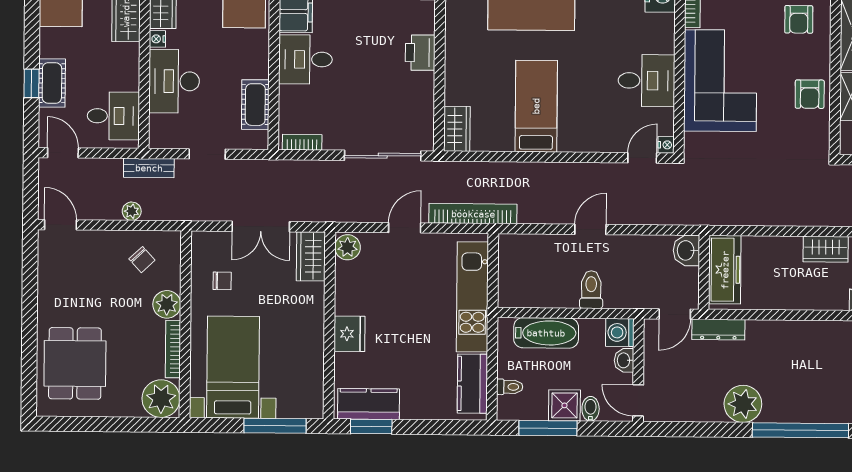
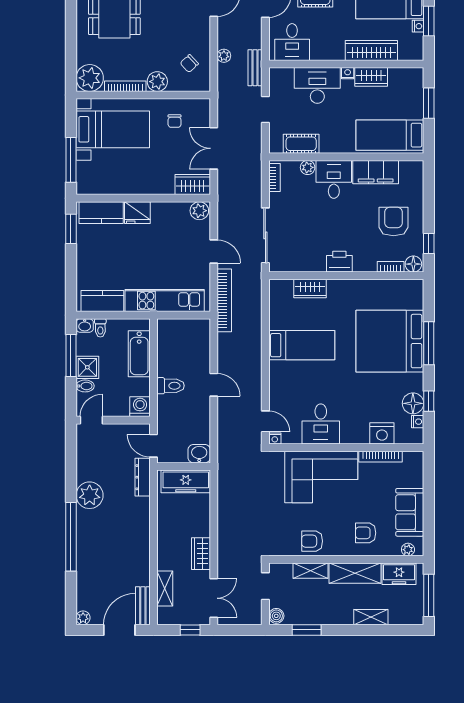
plant: (289, 96) -> (308, 167), added
wardrobe: (457, 129) -> (310, 288), moved
washbasin: (624, 360) -> (85, 326), moved, turned 180
kitchen counter: (369, 404) -> (101, 213), moved, turned 90

